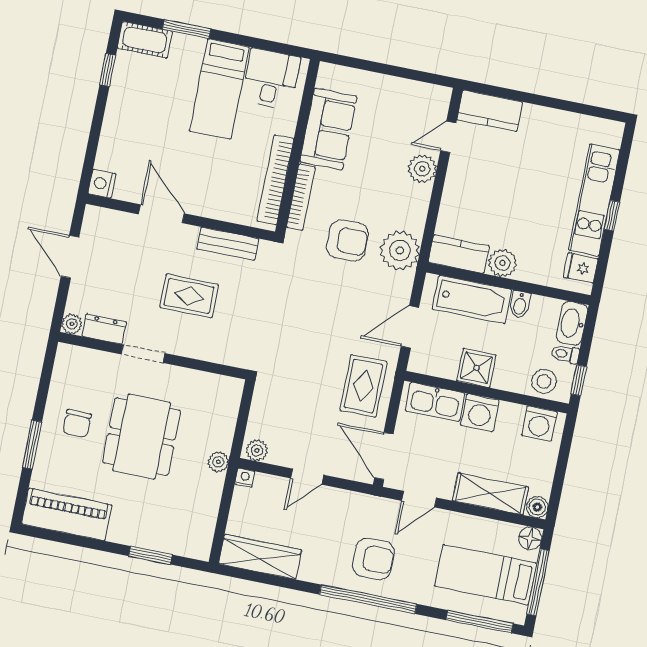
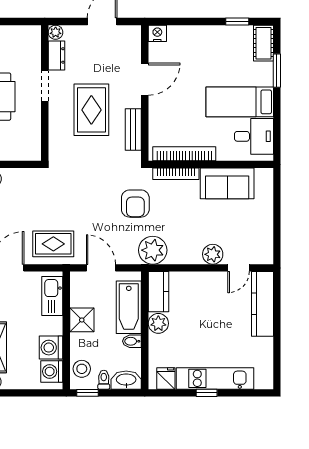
kitchen counter: (490, 111) -> (262, 304), width x1.50
door: (448, 137) -> (239, 268), swing flipped
armchair: (347, 241) -> (135, 204), moved
rug: (189, 296) -> (91, 110), width x1.36, depth x1.43
washing machine: (480, 413) -> (51, 348), moved

